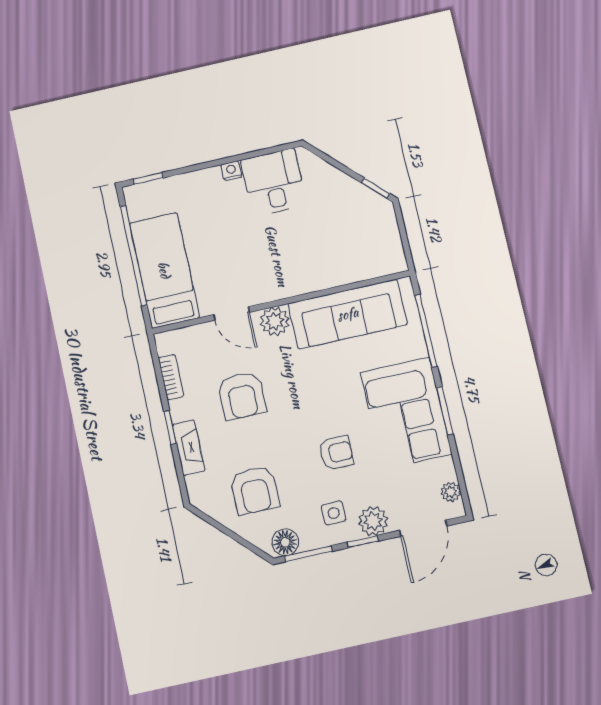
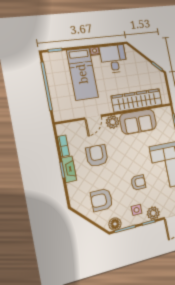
bed: (164, 270) -> (82, 74), moved, turned 180
wardrobe: (329, 270) -> (137, 100), added
door: (231, 313) -> (93, 117), hinge flipped
sofa: (348, 314) -> (138, 122), width x0.73
armchair: (242, 396) -> (97, 156), turned 180
fireplace: (189, 448) -> (69, 169), moved
armchair: (255, 490) -> (102, 200), turned 90

